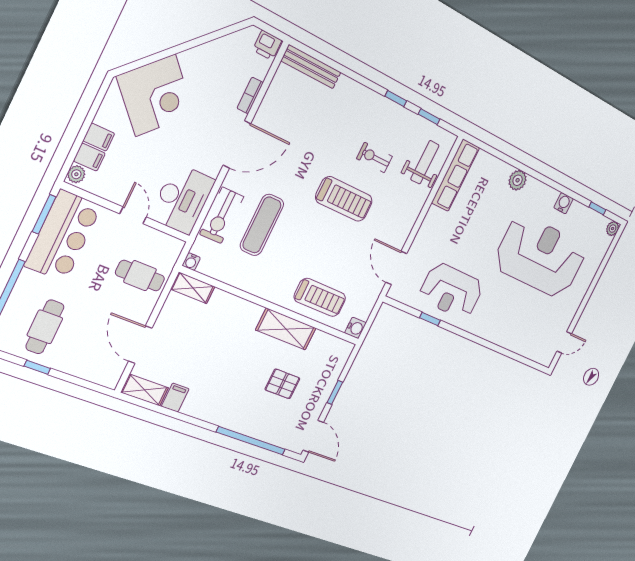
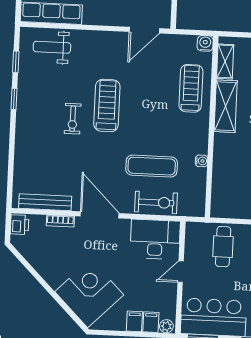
bench: (311, 67) -> (45, 202), moved, turned 90
exercise bike: (374, 157) -> (73, 119), moved
water cooler: (191, 262) -> (202, 161), moved
shelving: (193, 288) -> (225, 61), moved

